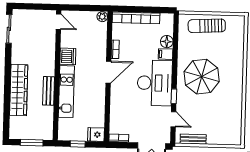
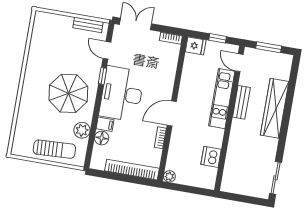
door: (59, 22) -> (239, 63), moved
plant: (185, 46) -> (82, 130), added
dishwasher: (68, 56) -> (211, 157), moved

